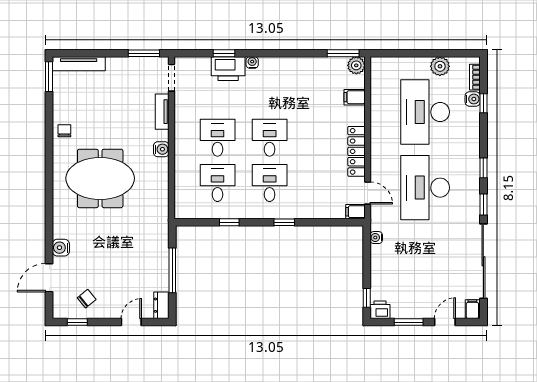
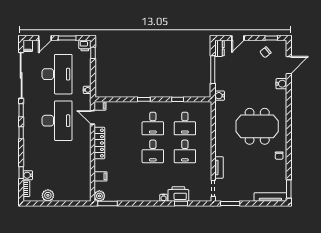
desk: (425, 112) -> (57, 74), moved
water cooler: (161, 149) -> (220, 96), moved

